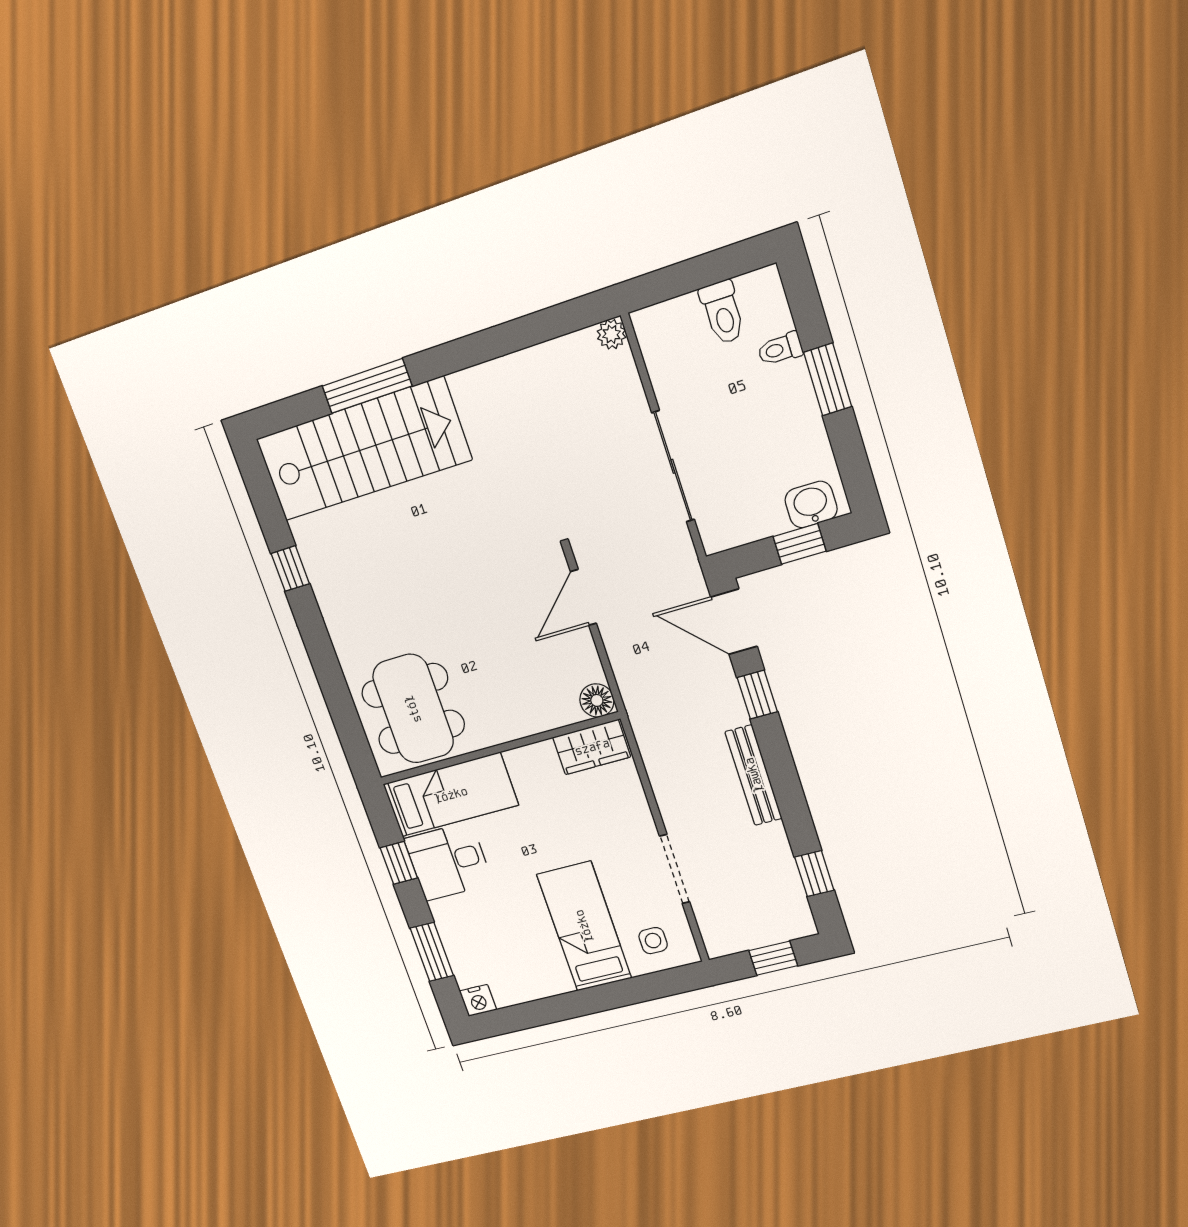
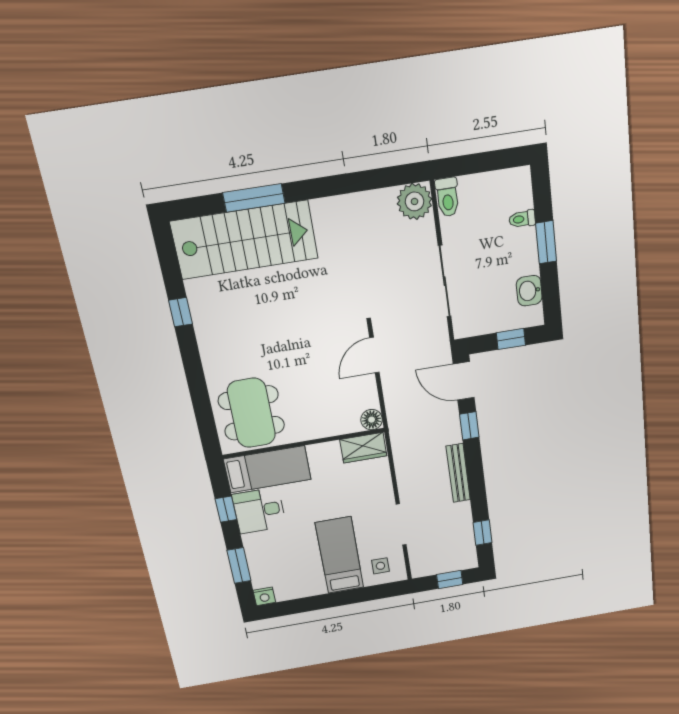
toilet: (723, 312) -> (447, 197), moved
plant: (611, 334) -> (414, 201), width x1.88, depth x1.88
washbasin: (811, 504) -> (529, 291), moved, turned -90

